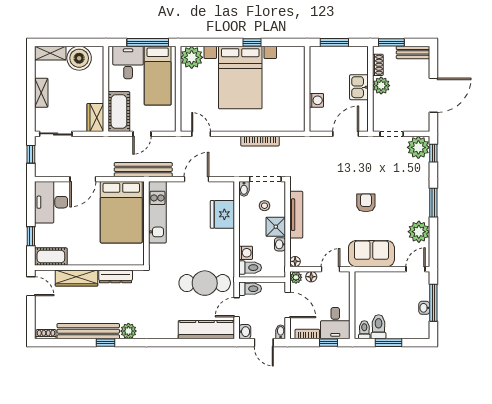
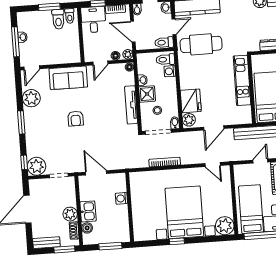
boiler: (361, 67) -> (87, 228), added
door: (346, 134) -> (96, 173), swing flipped
plant: (226, 191) -> (189, 120), added
kitchen unit: (157, 212) -> (242, 80), moved

